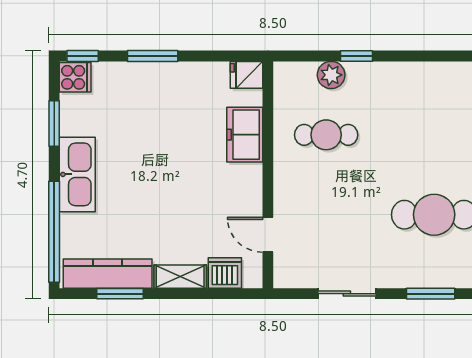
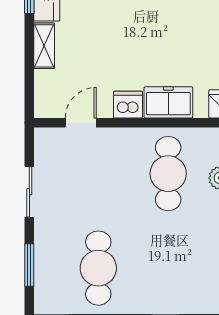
cafe table: (326, 135) -> (168, 174), width x1.37, depth x1.35
dishwasher: (225, 273) -> (128, 105), moved, turned -90

